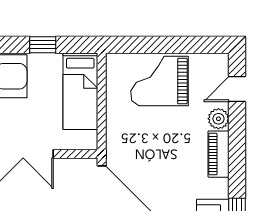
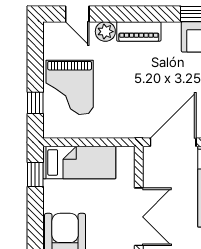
window: (43, 45) -> (35, 174), moved
window: (143, 45) -> (35, 103), added

